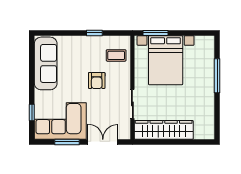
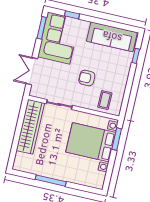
window: (94, 33) -> (136, 56), moved
window: (217, 76) -> (51, 181), moved
window: (67, 142) -> (42, 28), moved
double door: (103, 142) -> (32, 71), swing flipped

